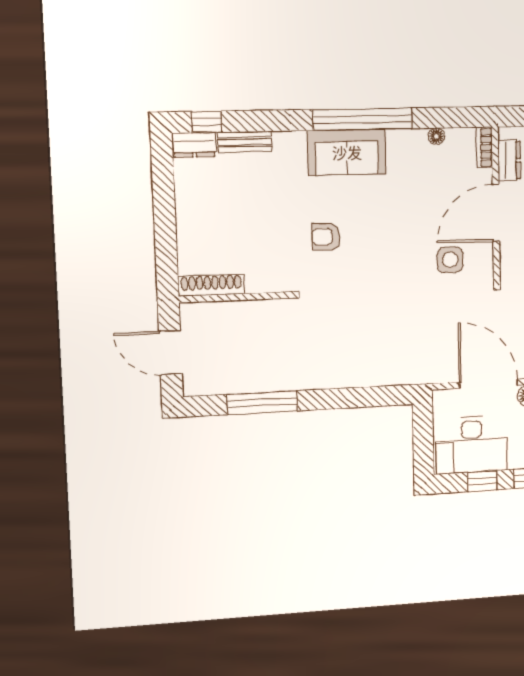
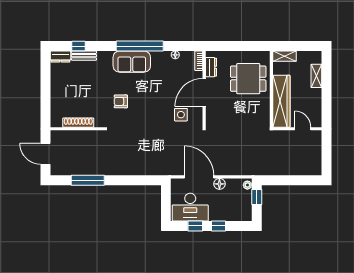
window: (207, 122) -> (78, 46), moved
shoe rack: (211, 285) -> (78, 123), moved

